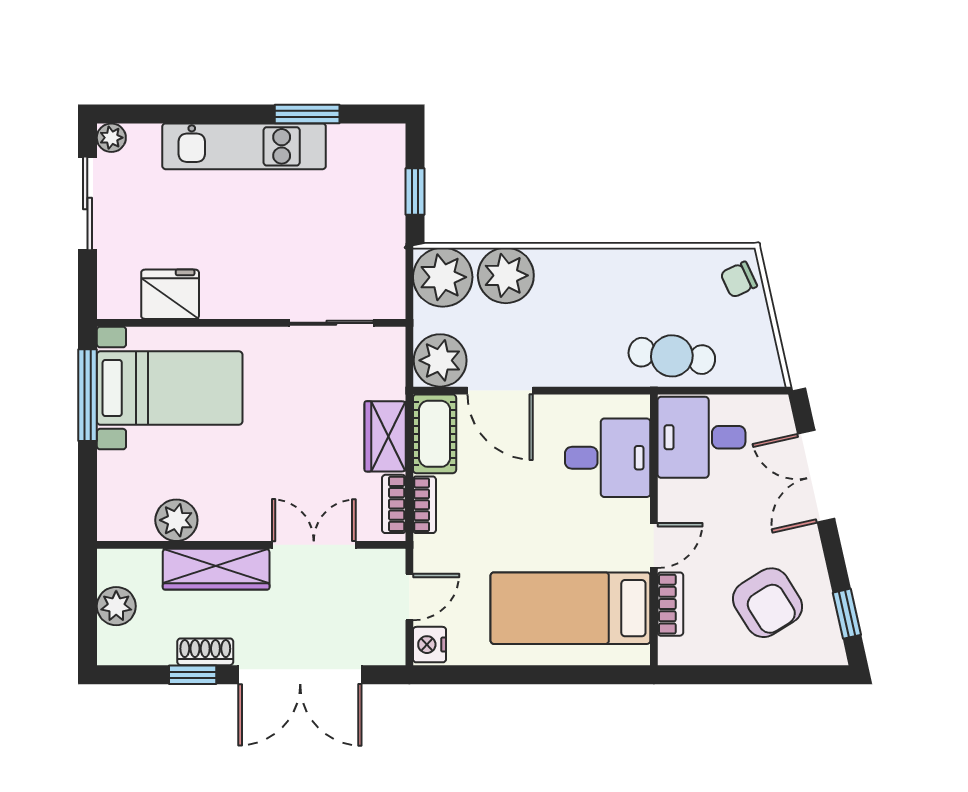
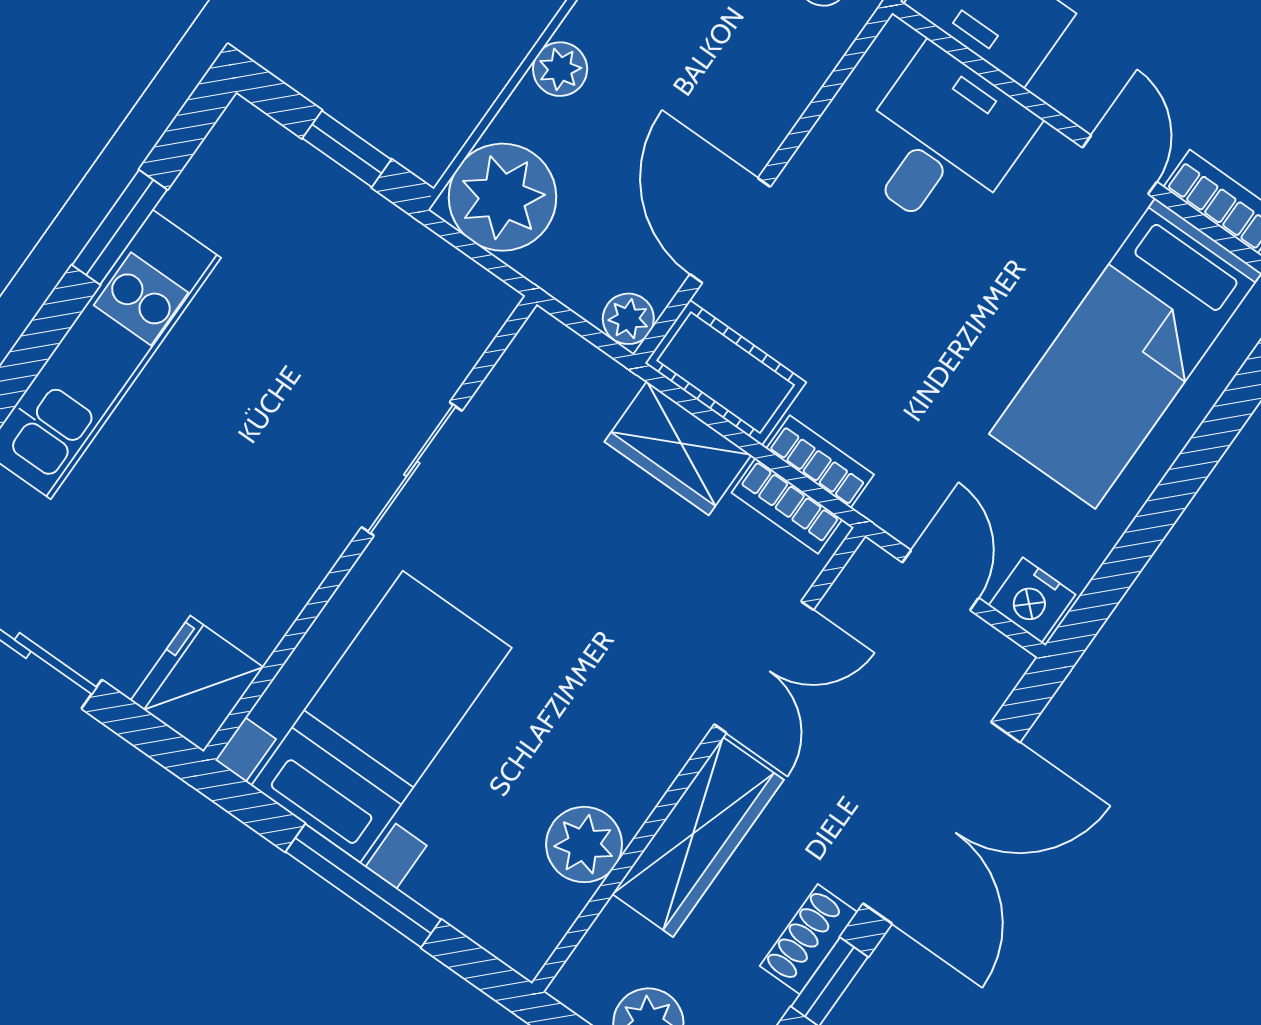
plant: (506, 275) -> (560, 69), width x0.53, depth x0.53
fridge: (170, 294) -> (197, 684), moved
sliding door: (331, 323) -> (412, 469), moved
plant: (440, 360) -> (628, 319), width x0.53, depth x0.53
door: (500, 391) -> (730, 230), swing flipped
window: (87, 395) -> (363, 886), moved
double door: (314, 545) -> (764, 667), swing flipped

